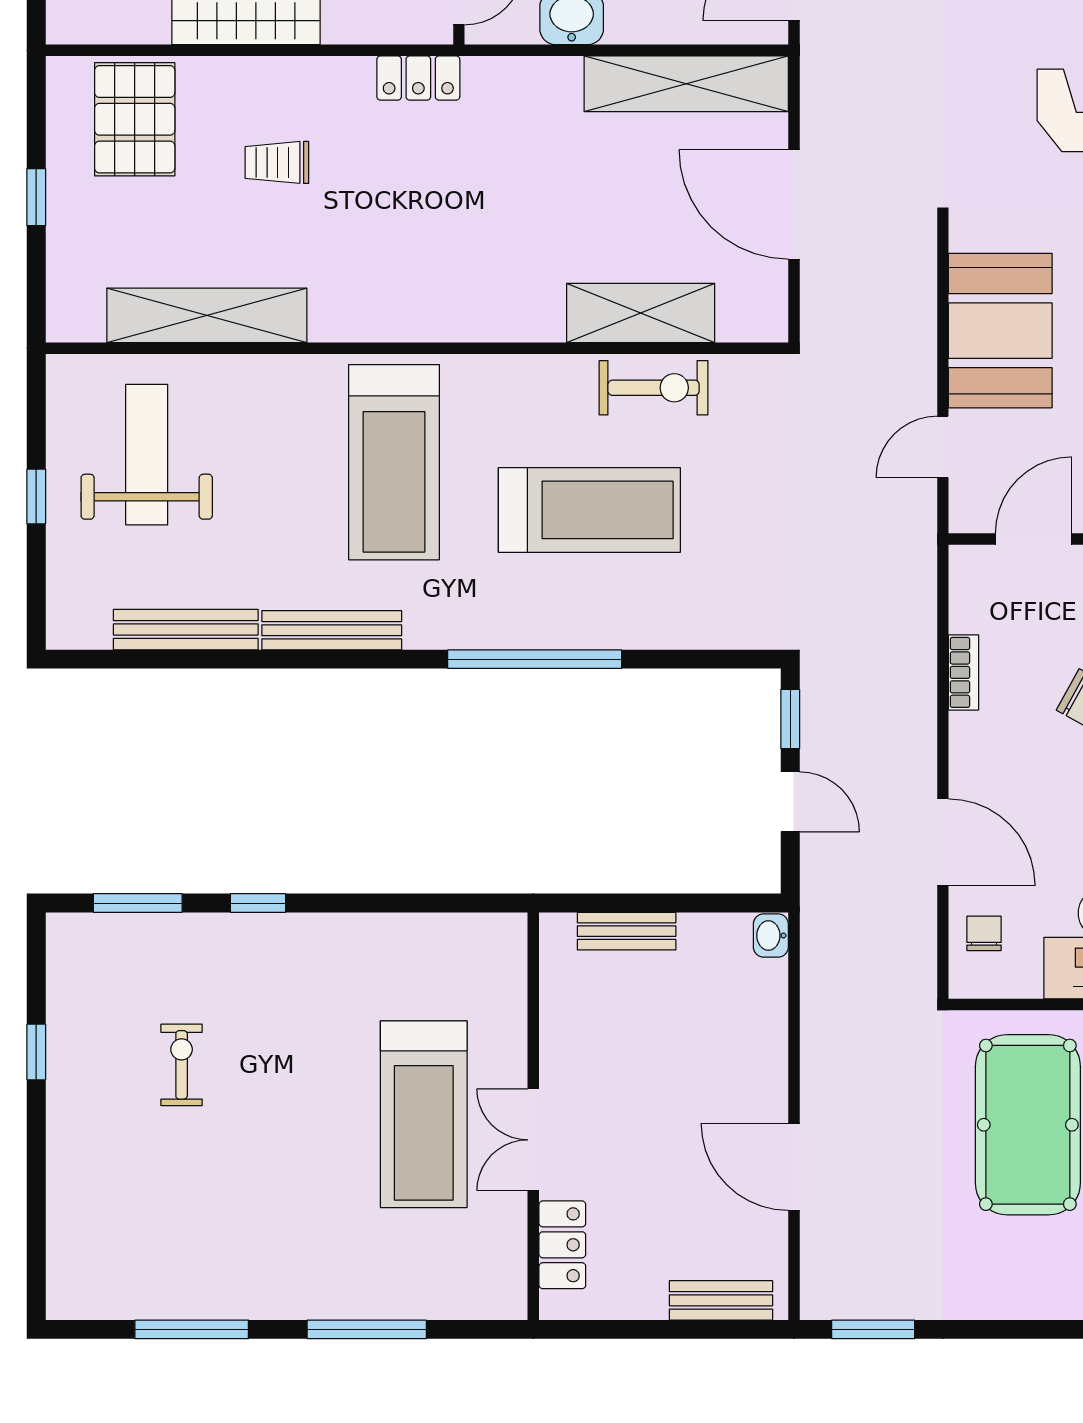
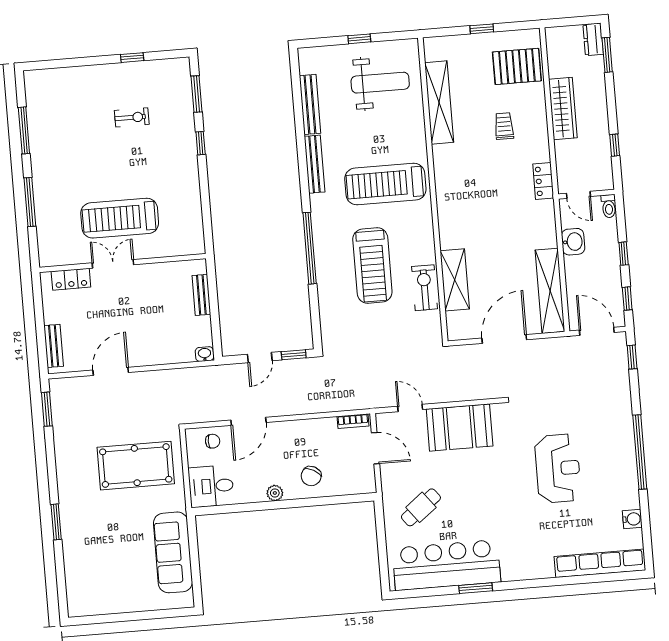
exercise bike: (654, 388) -> (425, 288), turned 180
bookcase: (964, 672) -> (353, 421), moved

